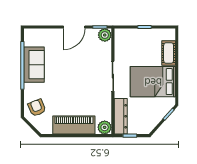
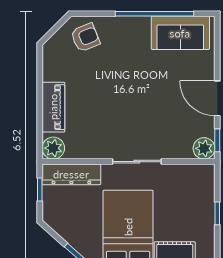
sofa: (34, 65) -> (180, 33), moved
piano: (74, 125) -> (53, 107), width x0.73, depth x0.75

